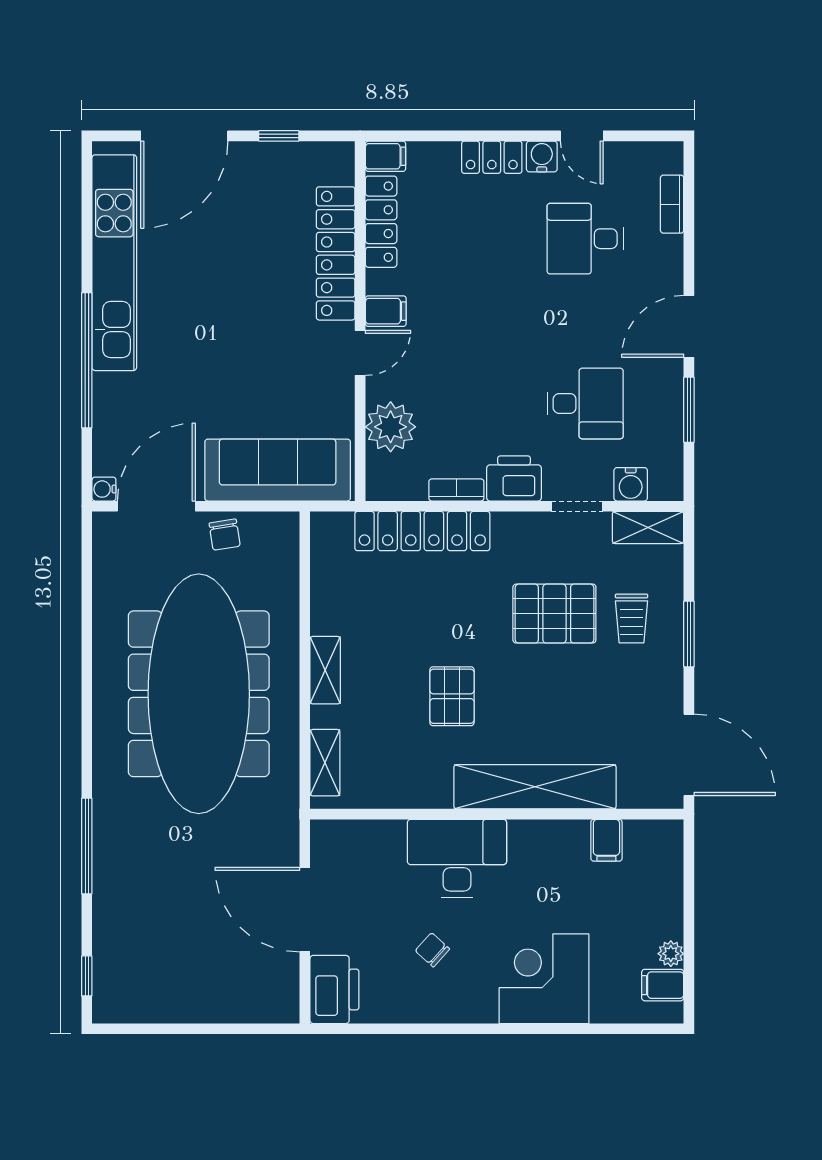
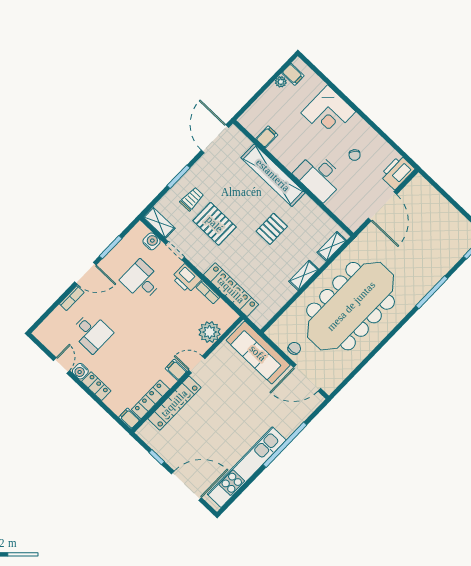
bookcase: (672, 204) -> (72, 298), moved
water cooler: (104, 489) -> (318, 399), removed

